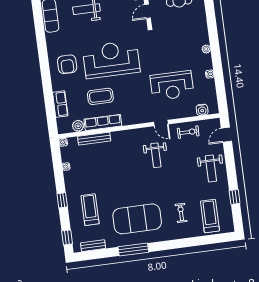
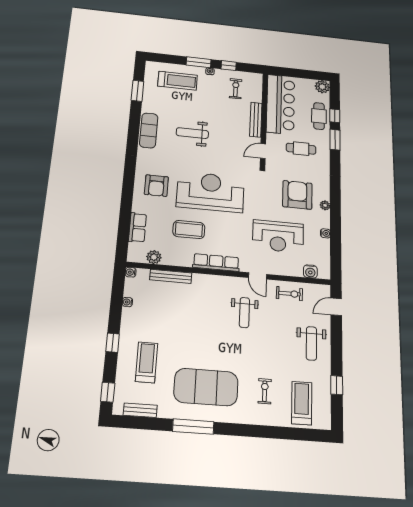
armchair: (182, 45) -> (297, 195), added
row of seats: (103, 122) -> (216, 263), moved

